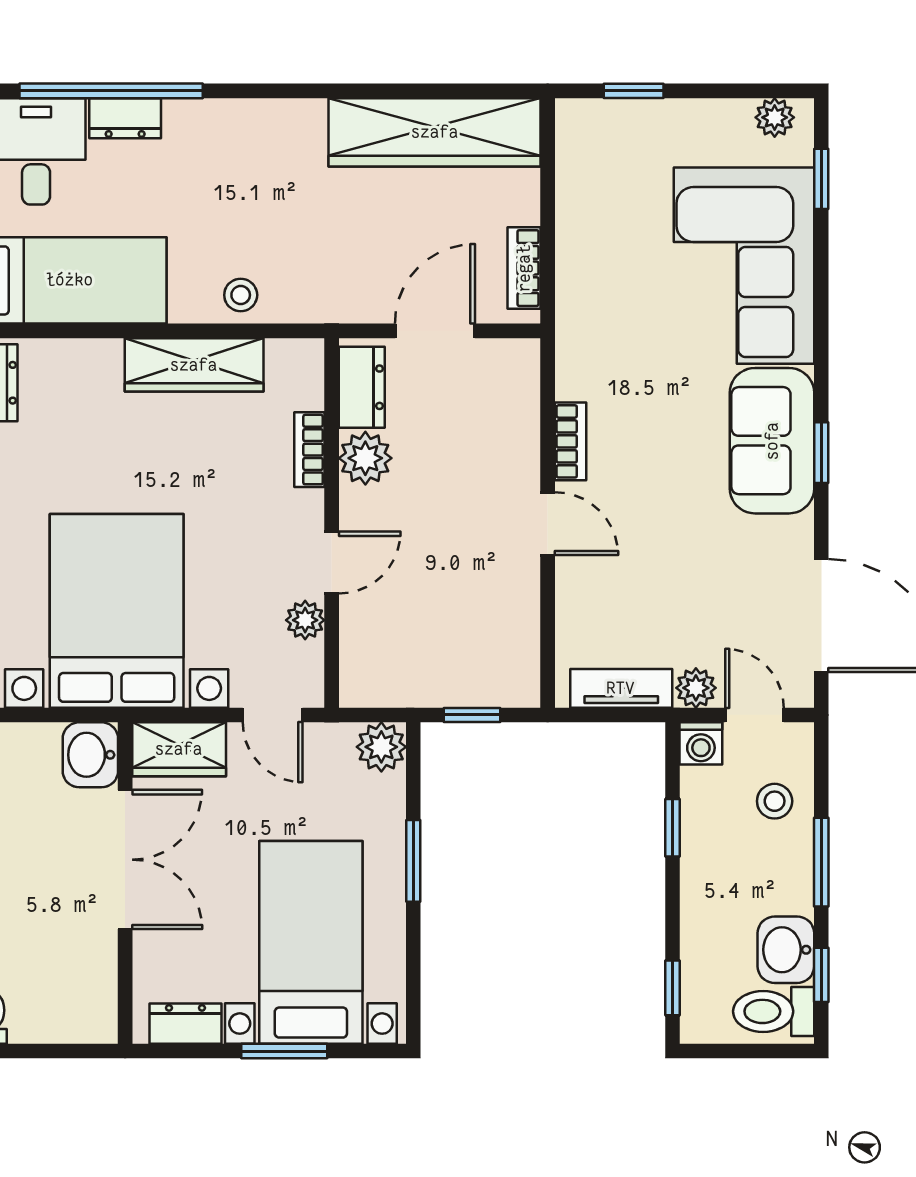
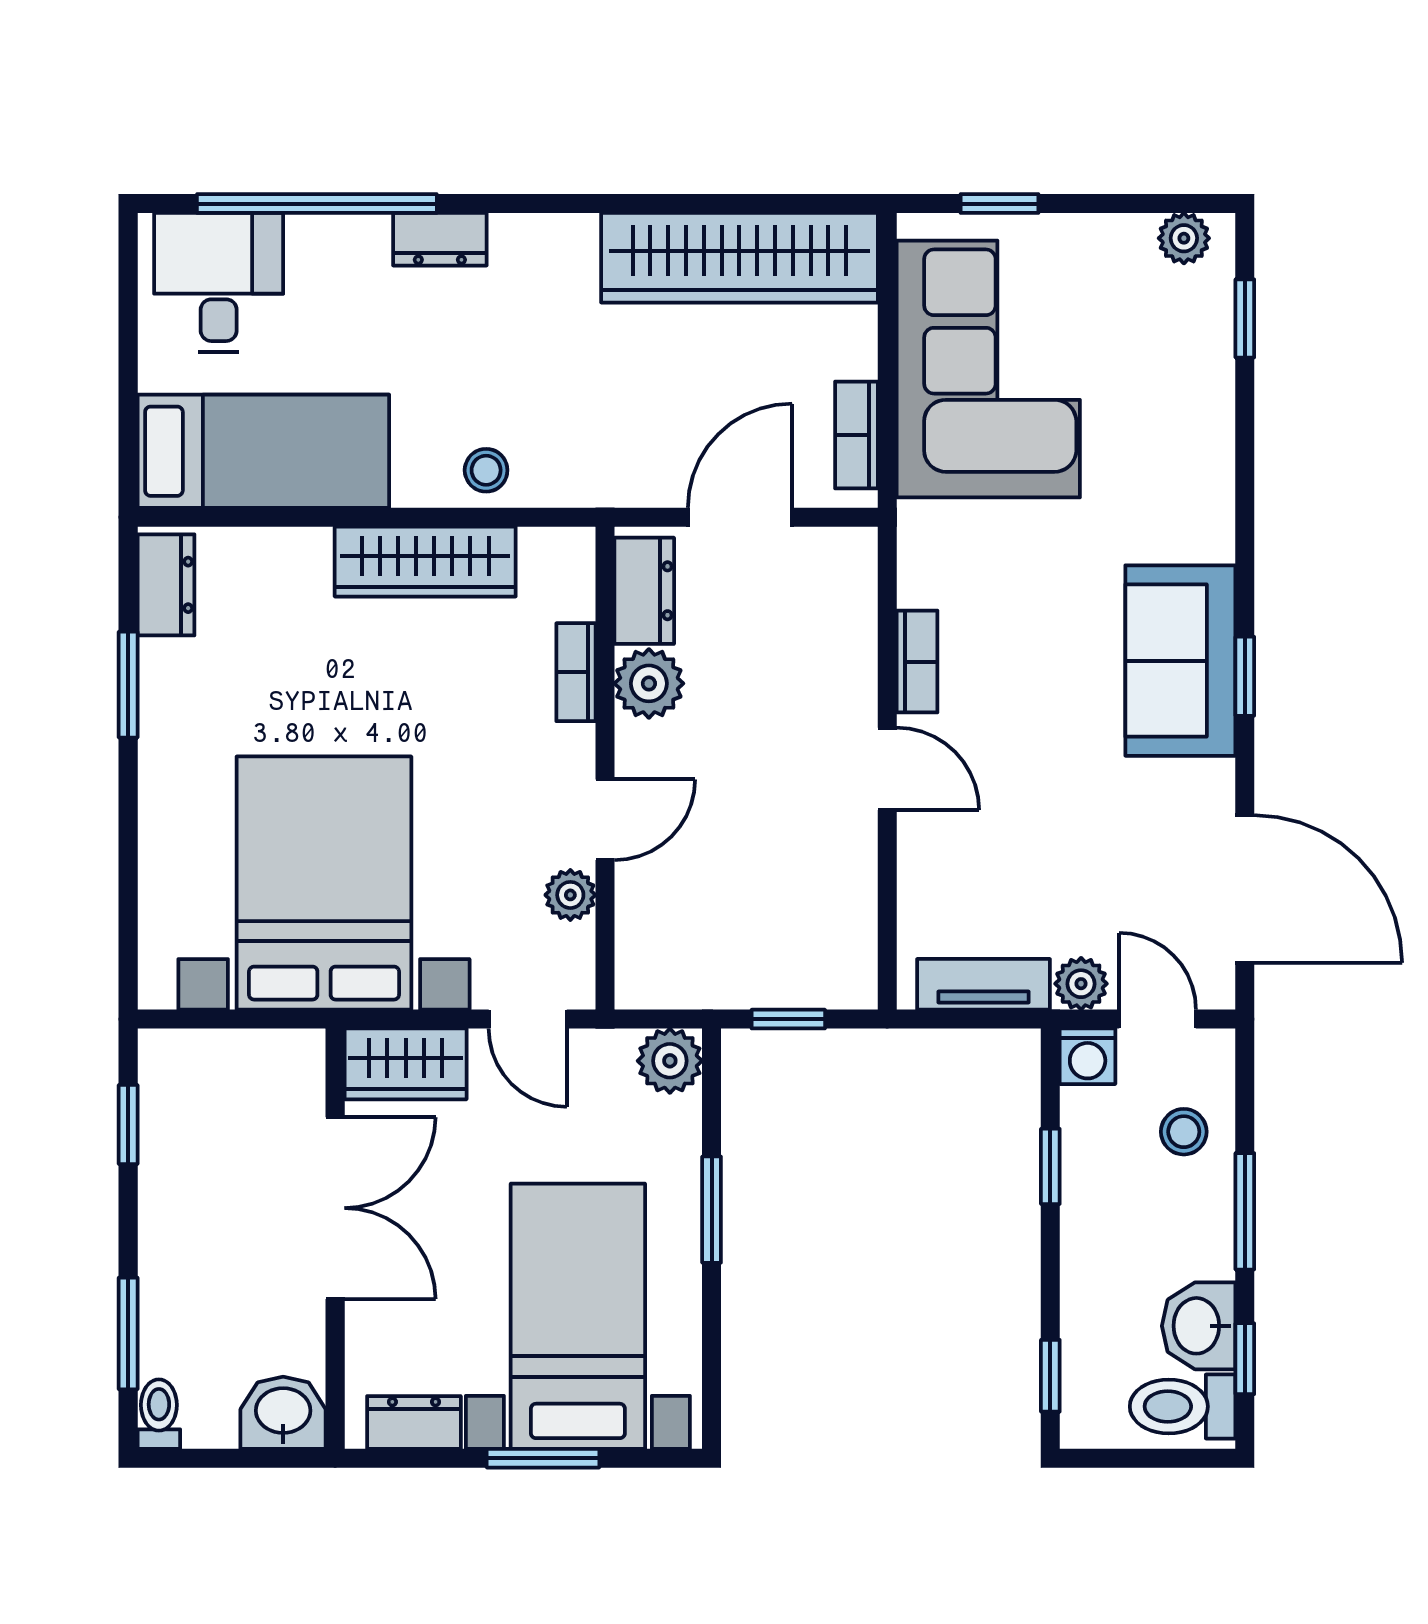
dresser: (125, 118) -> (440, 239), moved
corner sofa: (744, 266) -> (988, 369), moved, turned 180
washbasin: (90, 755) -> (283, 1413), moved, turned 90

